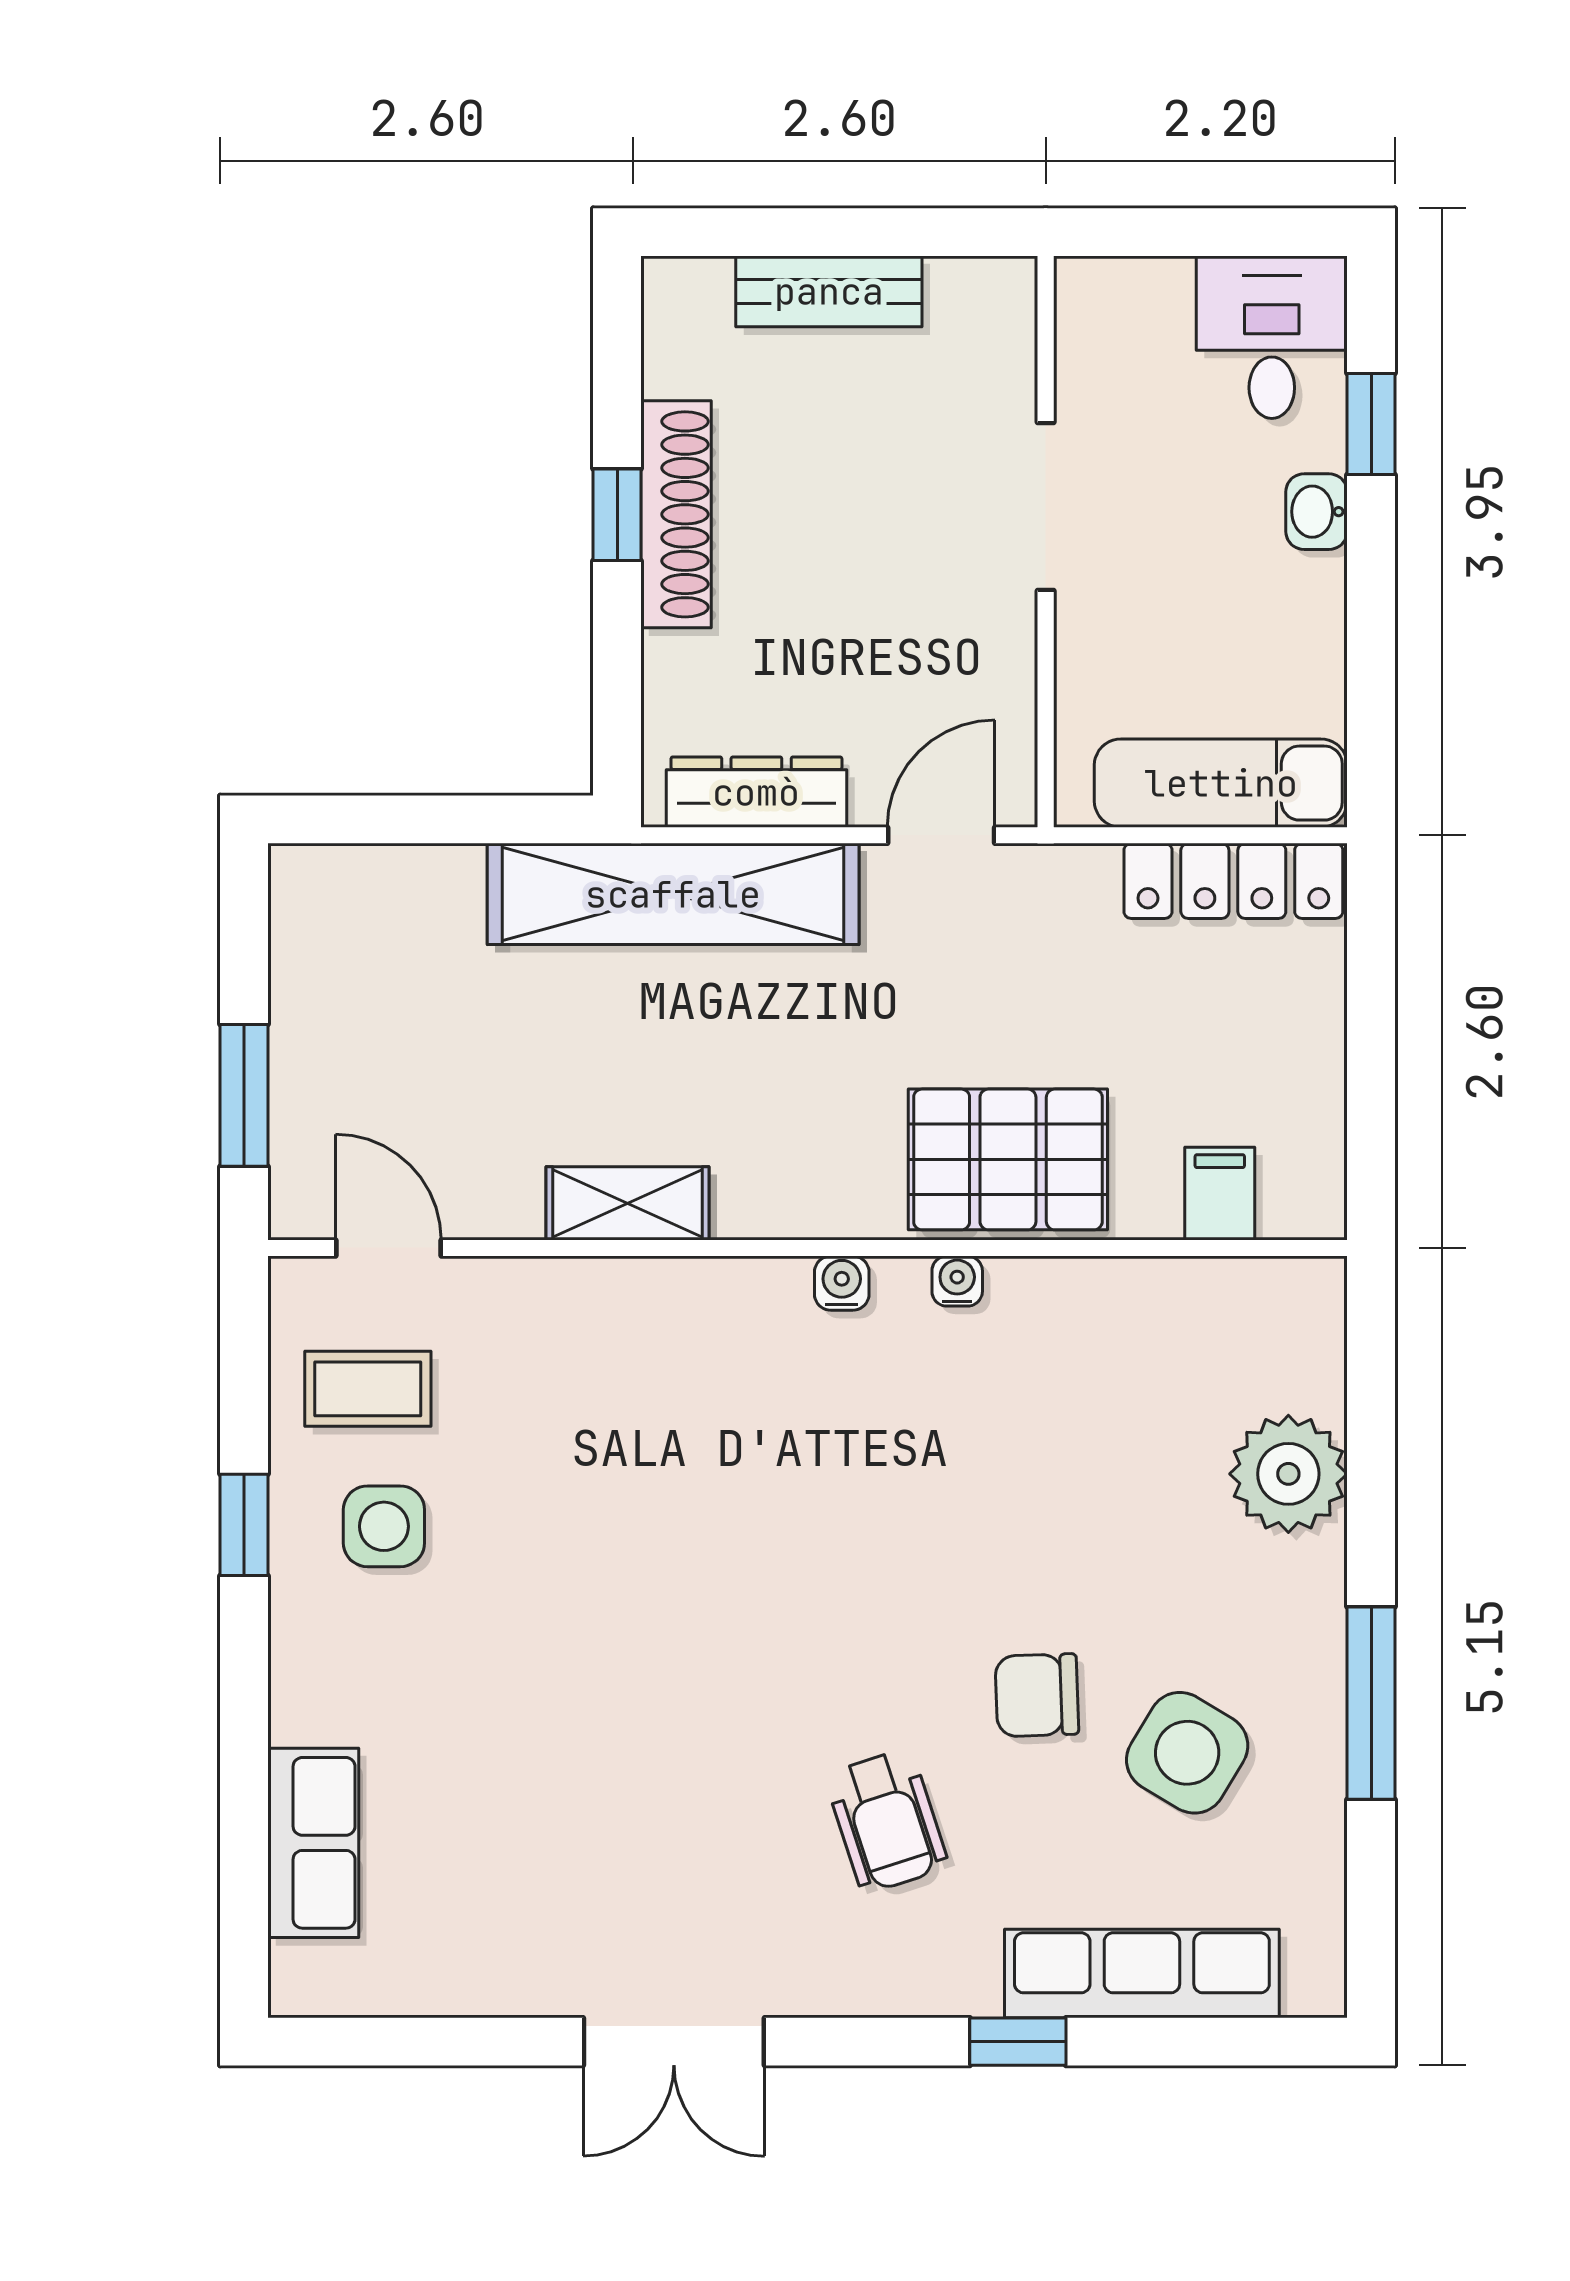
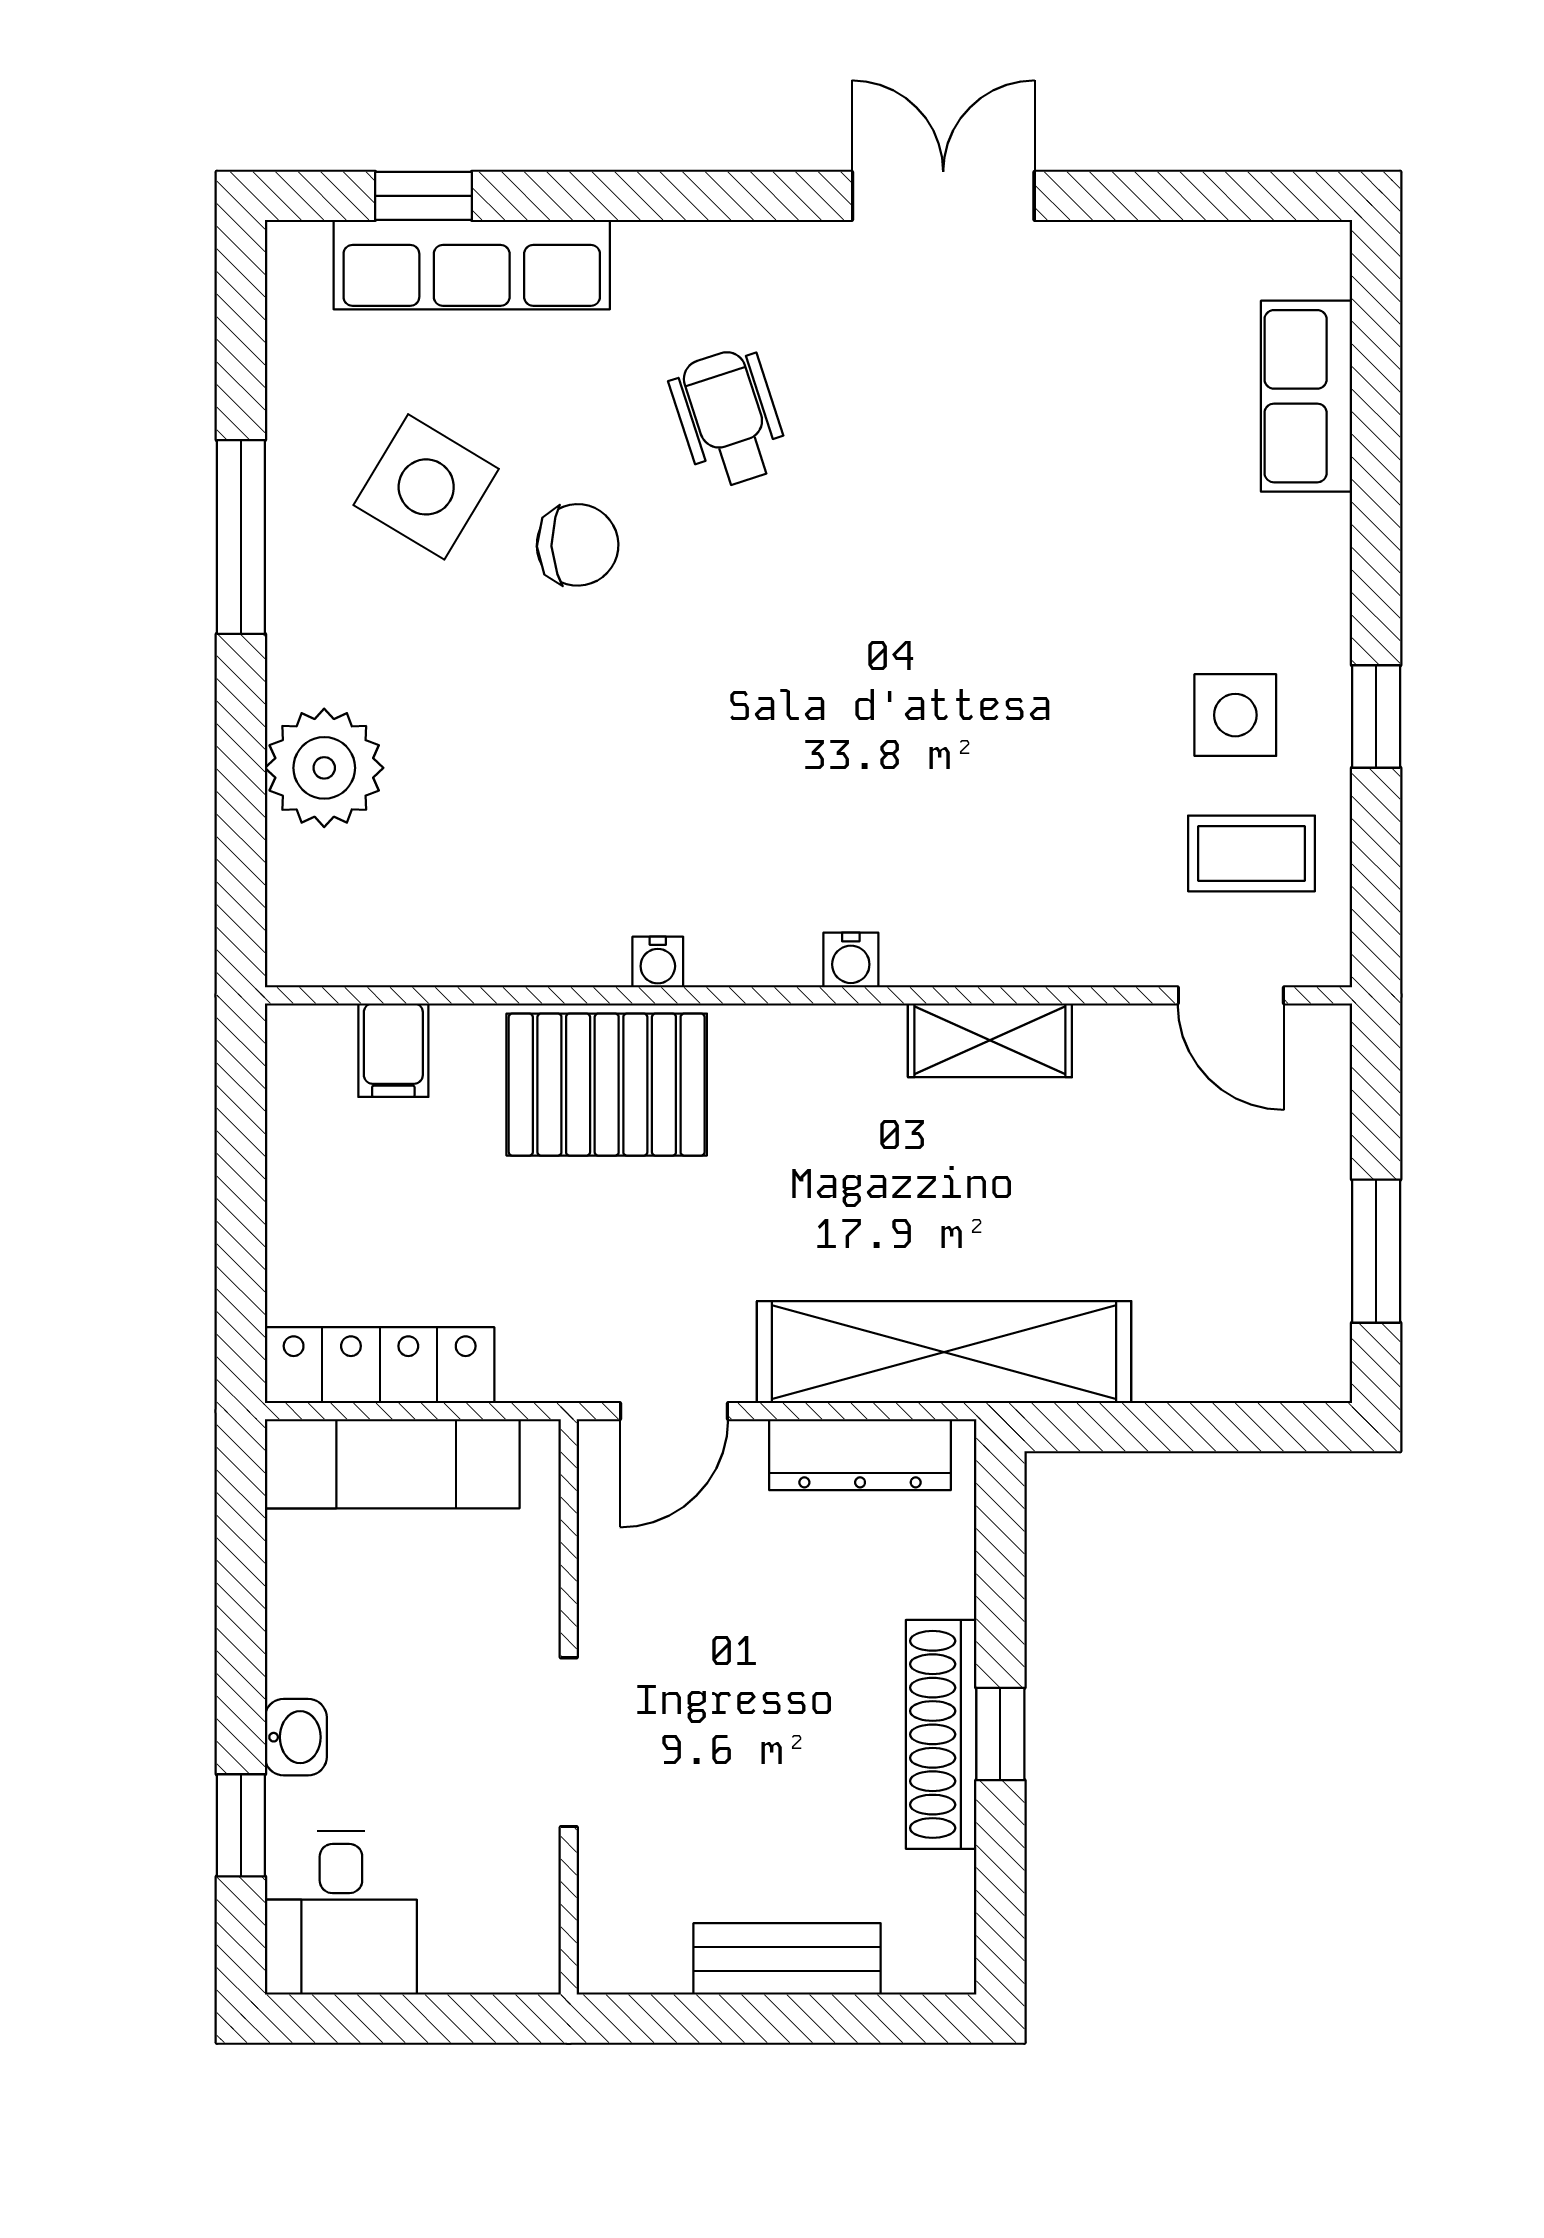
window: (244, 1095) -> (1376, 1251), moved
water cooler: (842, 1283) -> (851, 960), moved
window: (1018, 2042) -> (424, 196), moved

